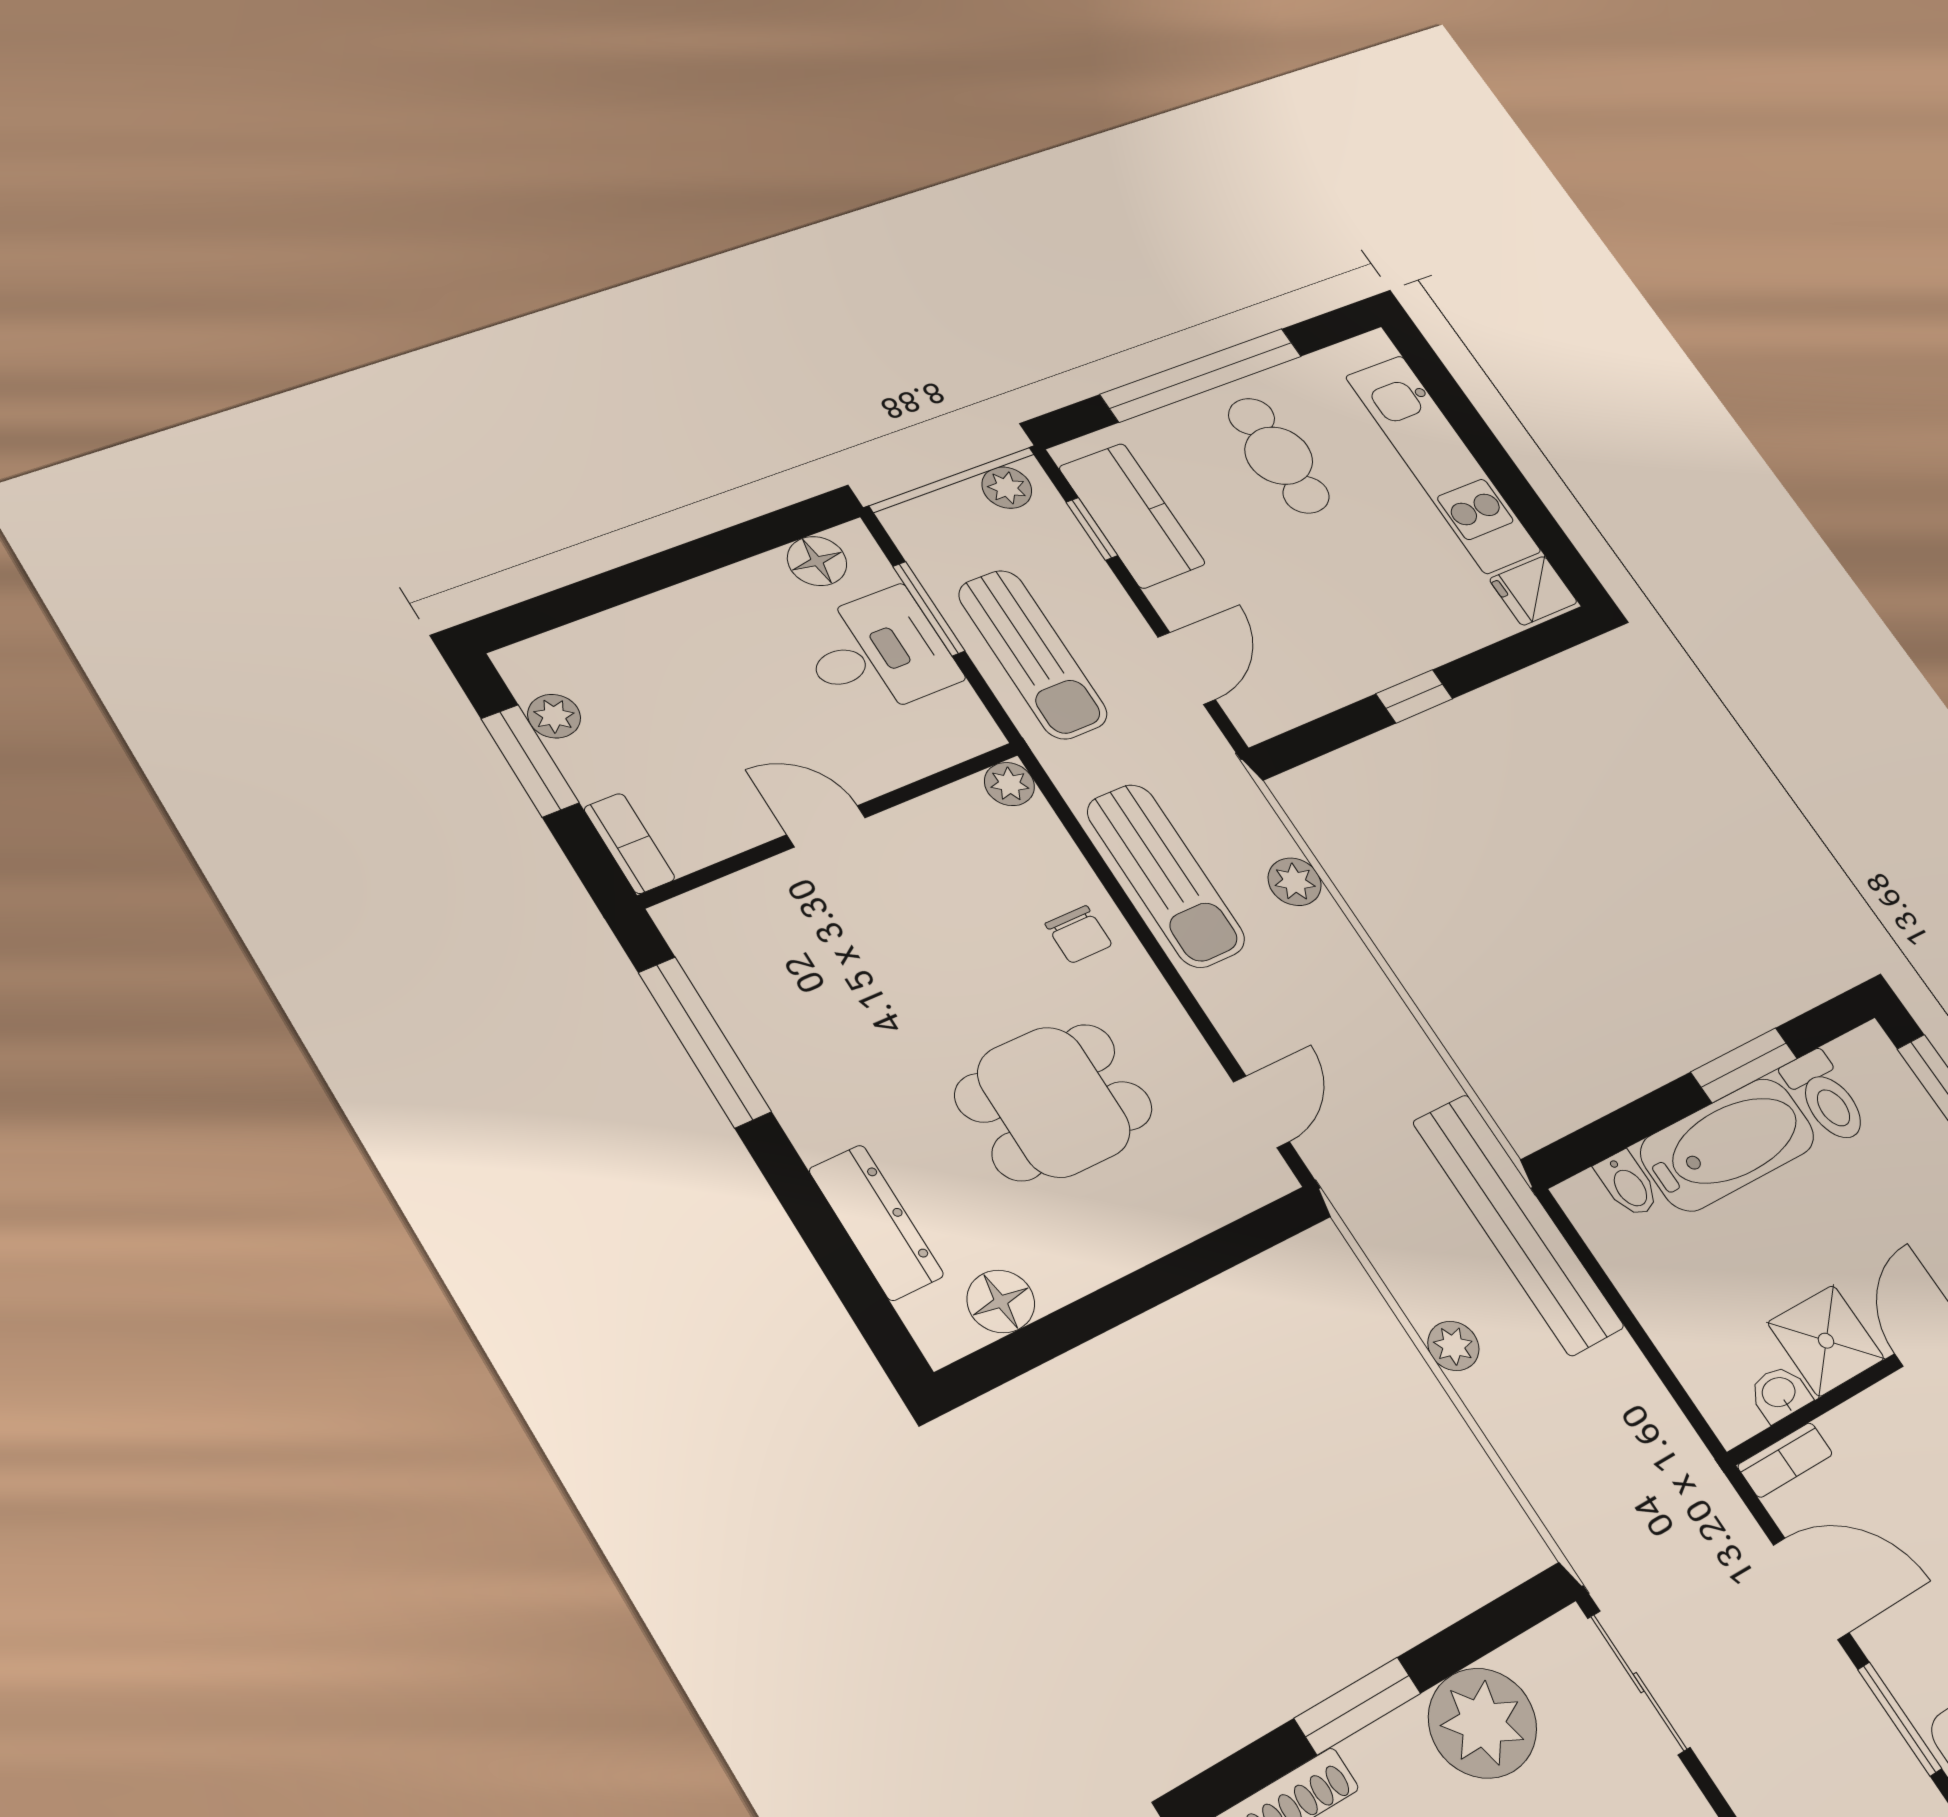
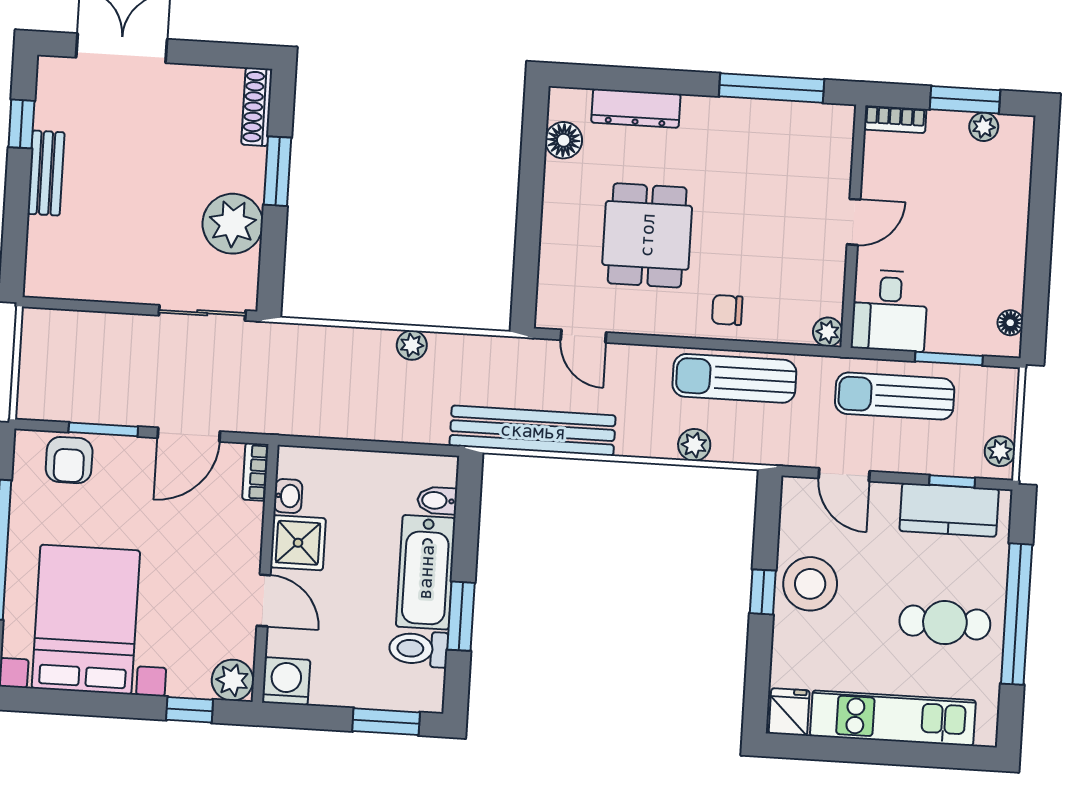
floor lamp: (817, 561) -> (1010, 323), width x0.73, depth x0.73
stool: (1359, 643) -> (810, 584), added
desk: (877, 653) -> (890, 311), moved
bench: (1518, 1224) -> (533, 431), moved

